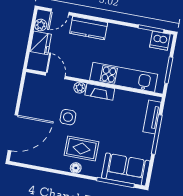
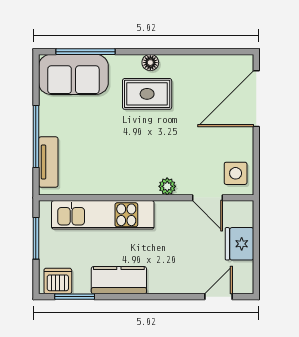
plant: (41, 25) -> (244, 271), removed
kitchen counter: (89, 28) -> (119, 280), moved
fireplace: (100, 92) -> (135, 186), removed
side table: (68, 117) -> (236, 173), moved

